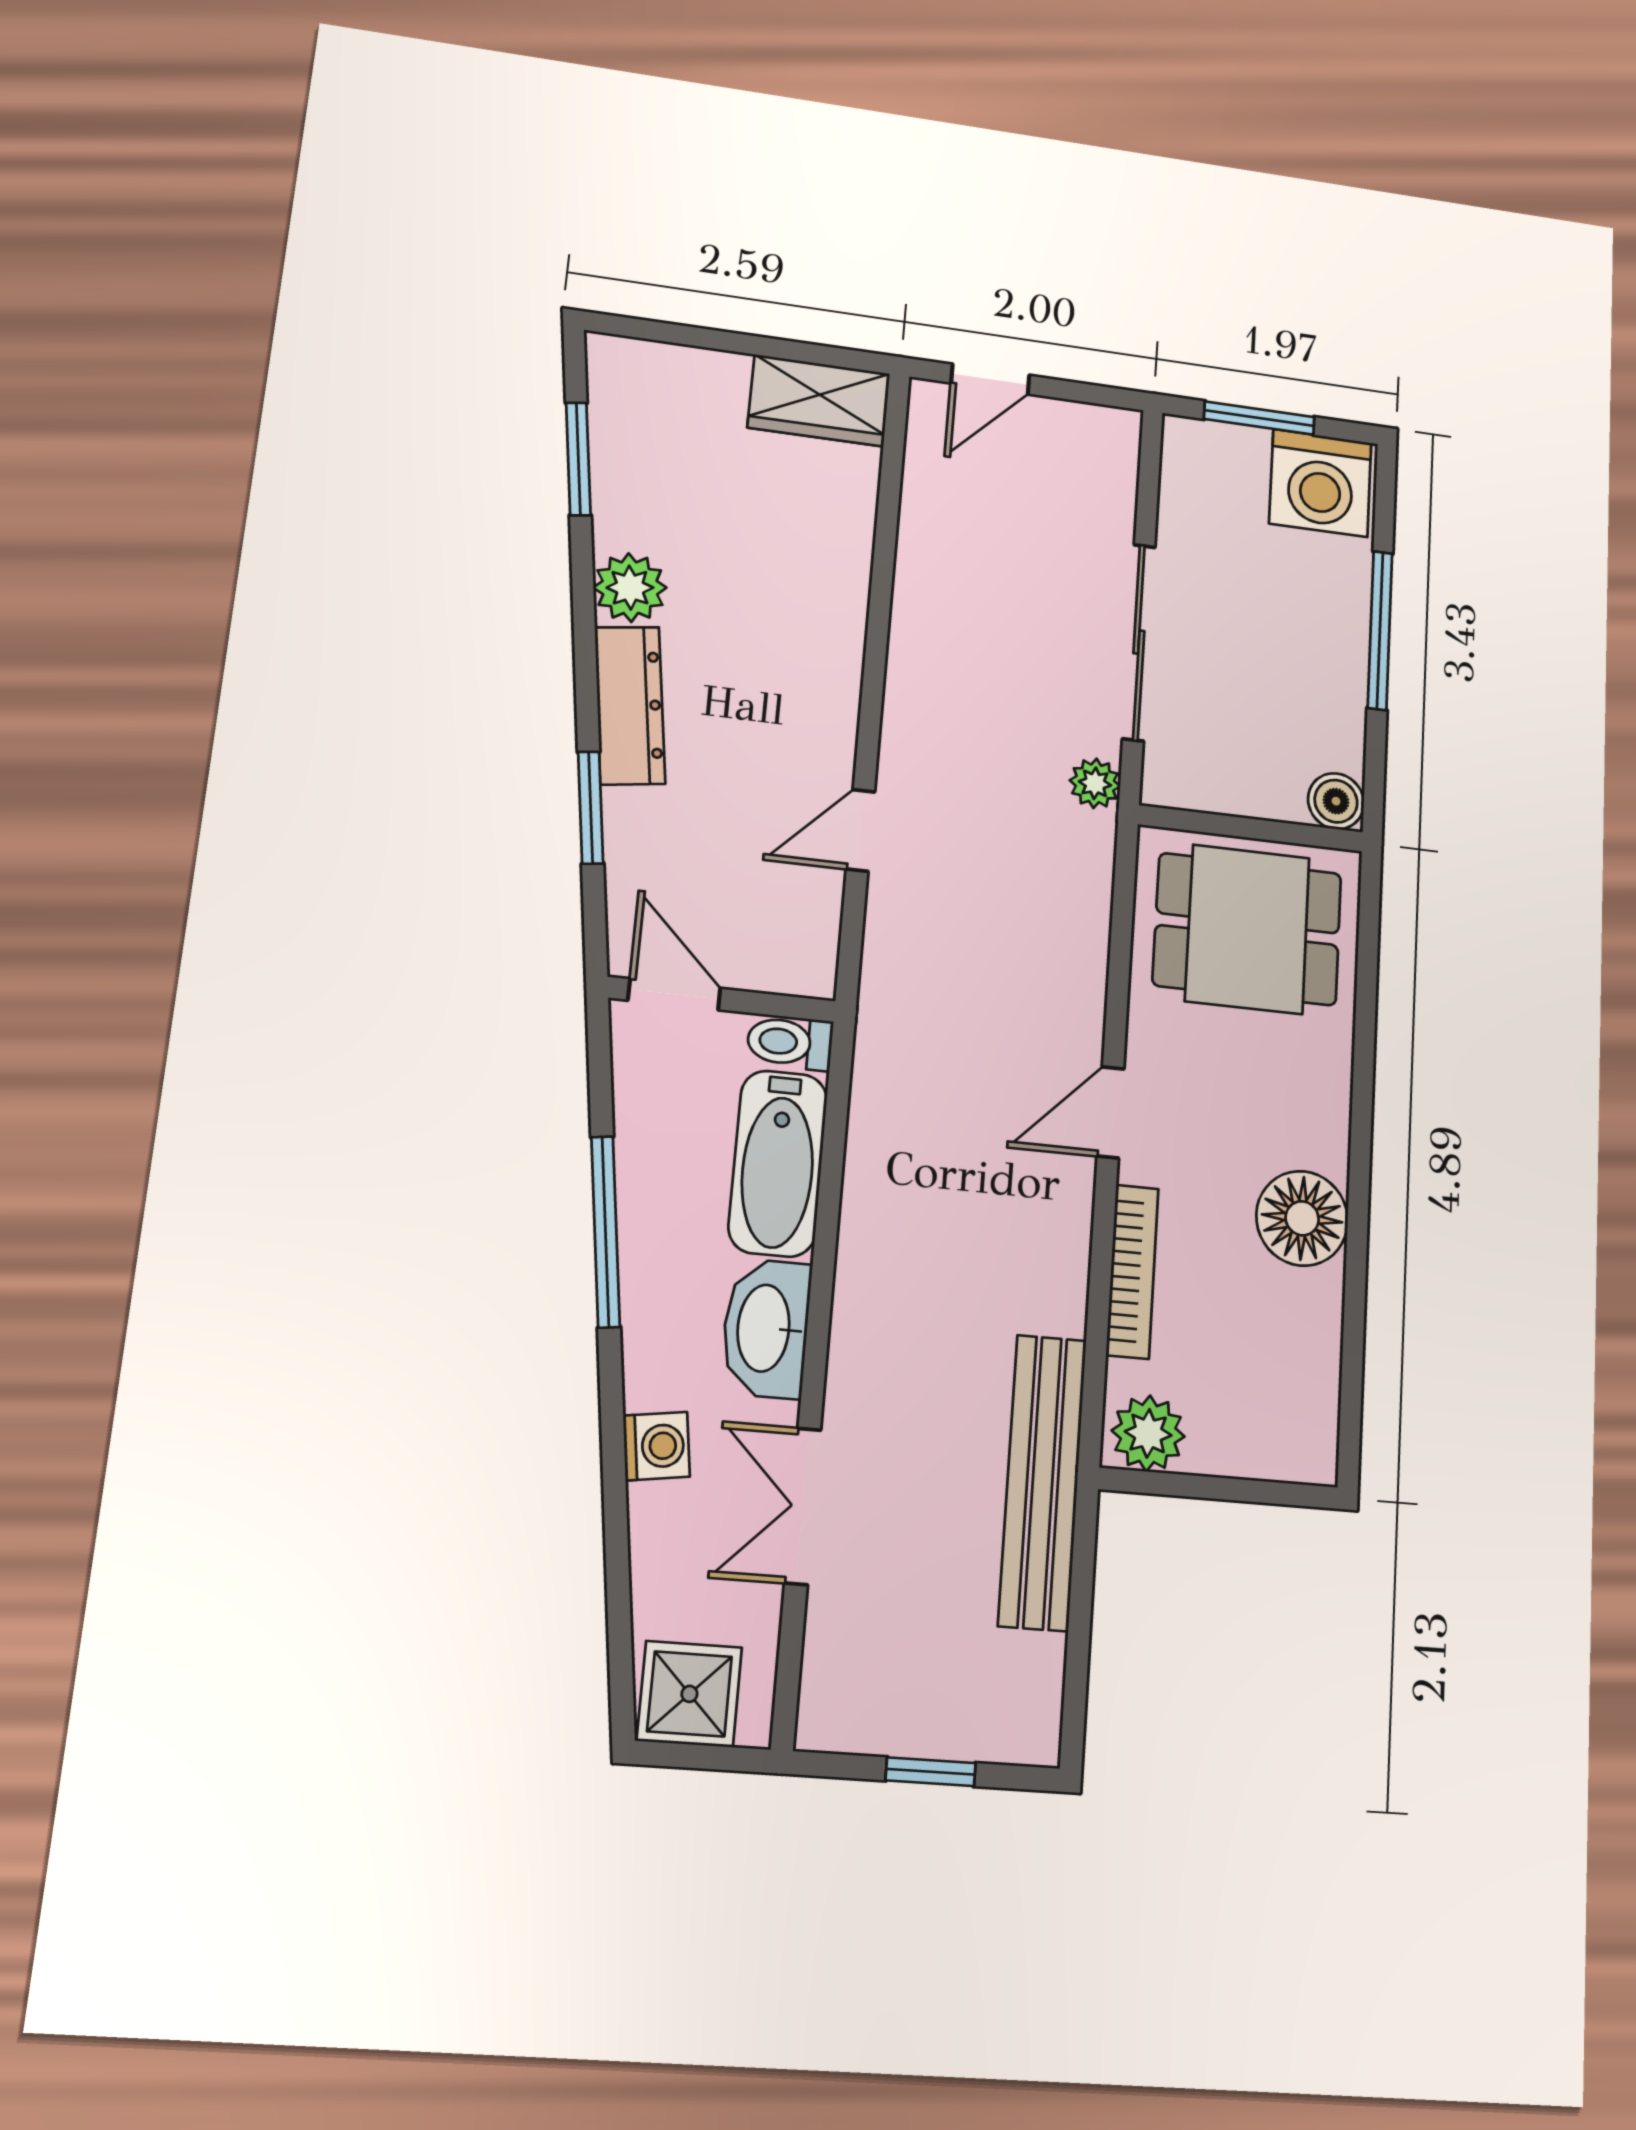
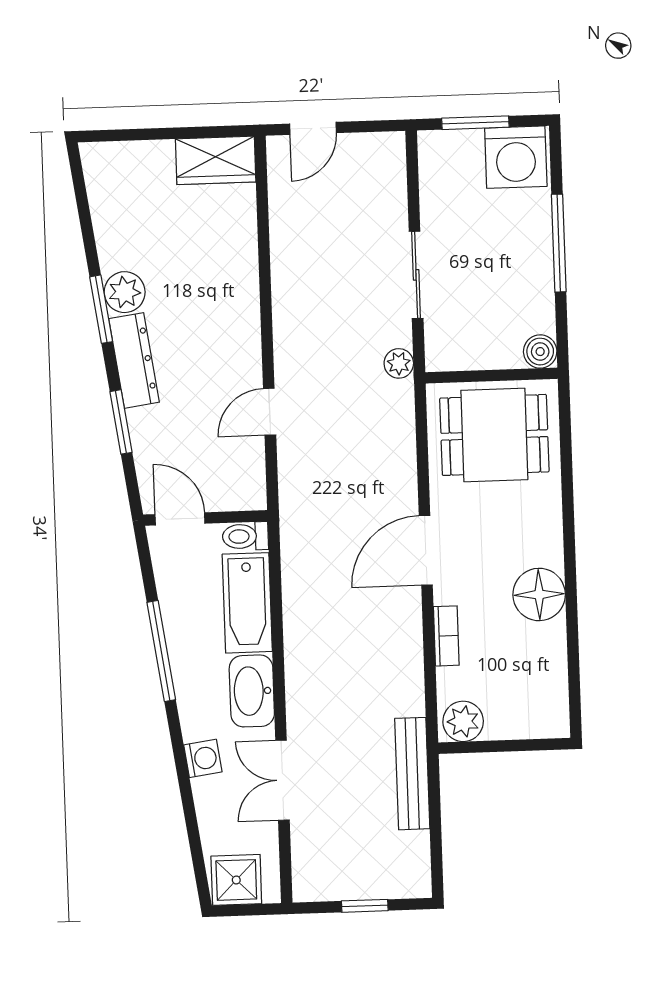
window: (578, 459) -> (101, 309), moved
sliding door: (1139, 642) -> (416, 275), width x0.73
door: (1110, 1112) -> (426, 550), width x1.37
bookcase: (1132, 1271) -> (446, 636), width x0.64
bench: (1043, 1482) -> (412, 774), width x0.73, depth x0.82

